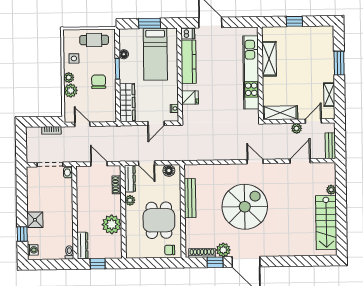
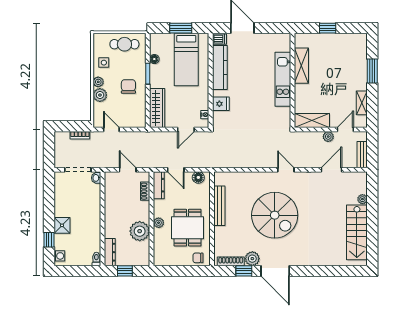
kitchen unit: (251, 72) -> (283, 79), width x0.73
plant: (130, 200) -> (159, 223), moved
spiral stairs: (245, 207) -> (275, 215), turned 90

